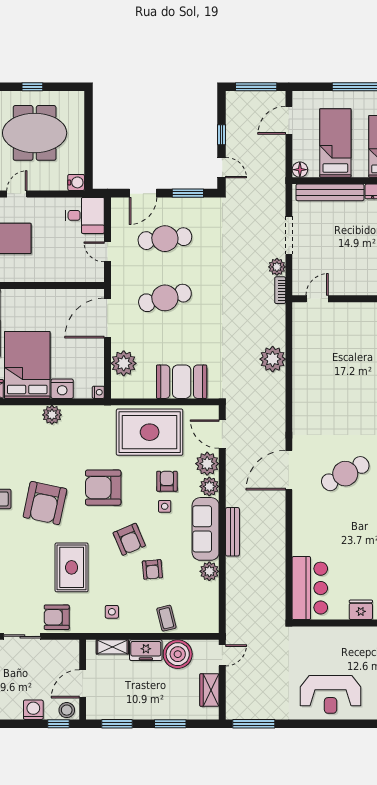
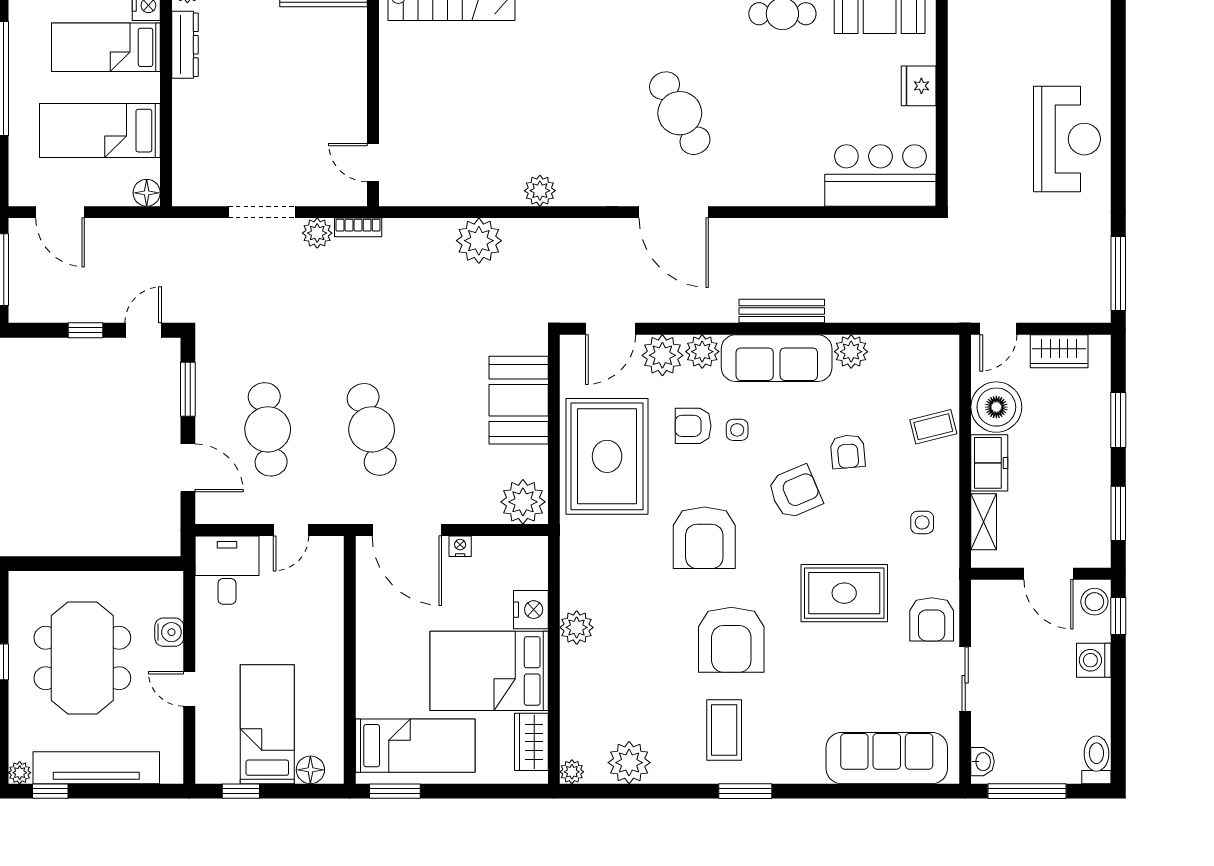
water cooler: (76, 182) -> (169, 632), moved, turned 90
bench: (330, 192) -> (187, 140), removed
plant: (124, 363) -> (523, 502), moved
nightstand: (98, 392) -> (460, 546), moved
plant: (301, 394) -> (540, 191), added
armchair: (45, 503) -> (731, 640), turned 78
armchair: (152, 569) -> (848, 452), turned 90
door: (222, 655) -> (998, 329), swing flipped

